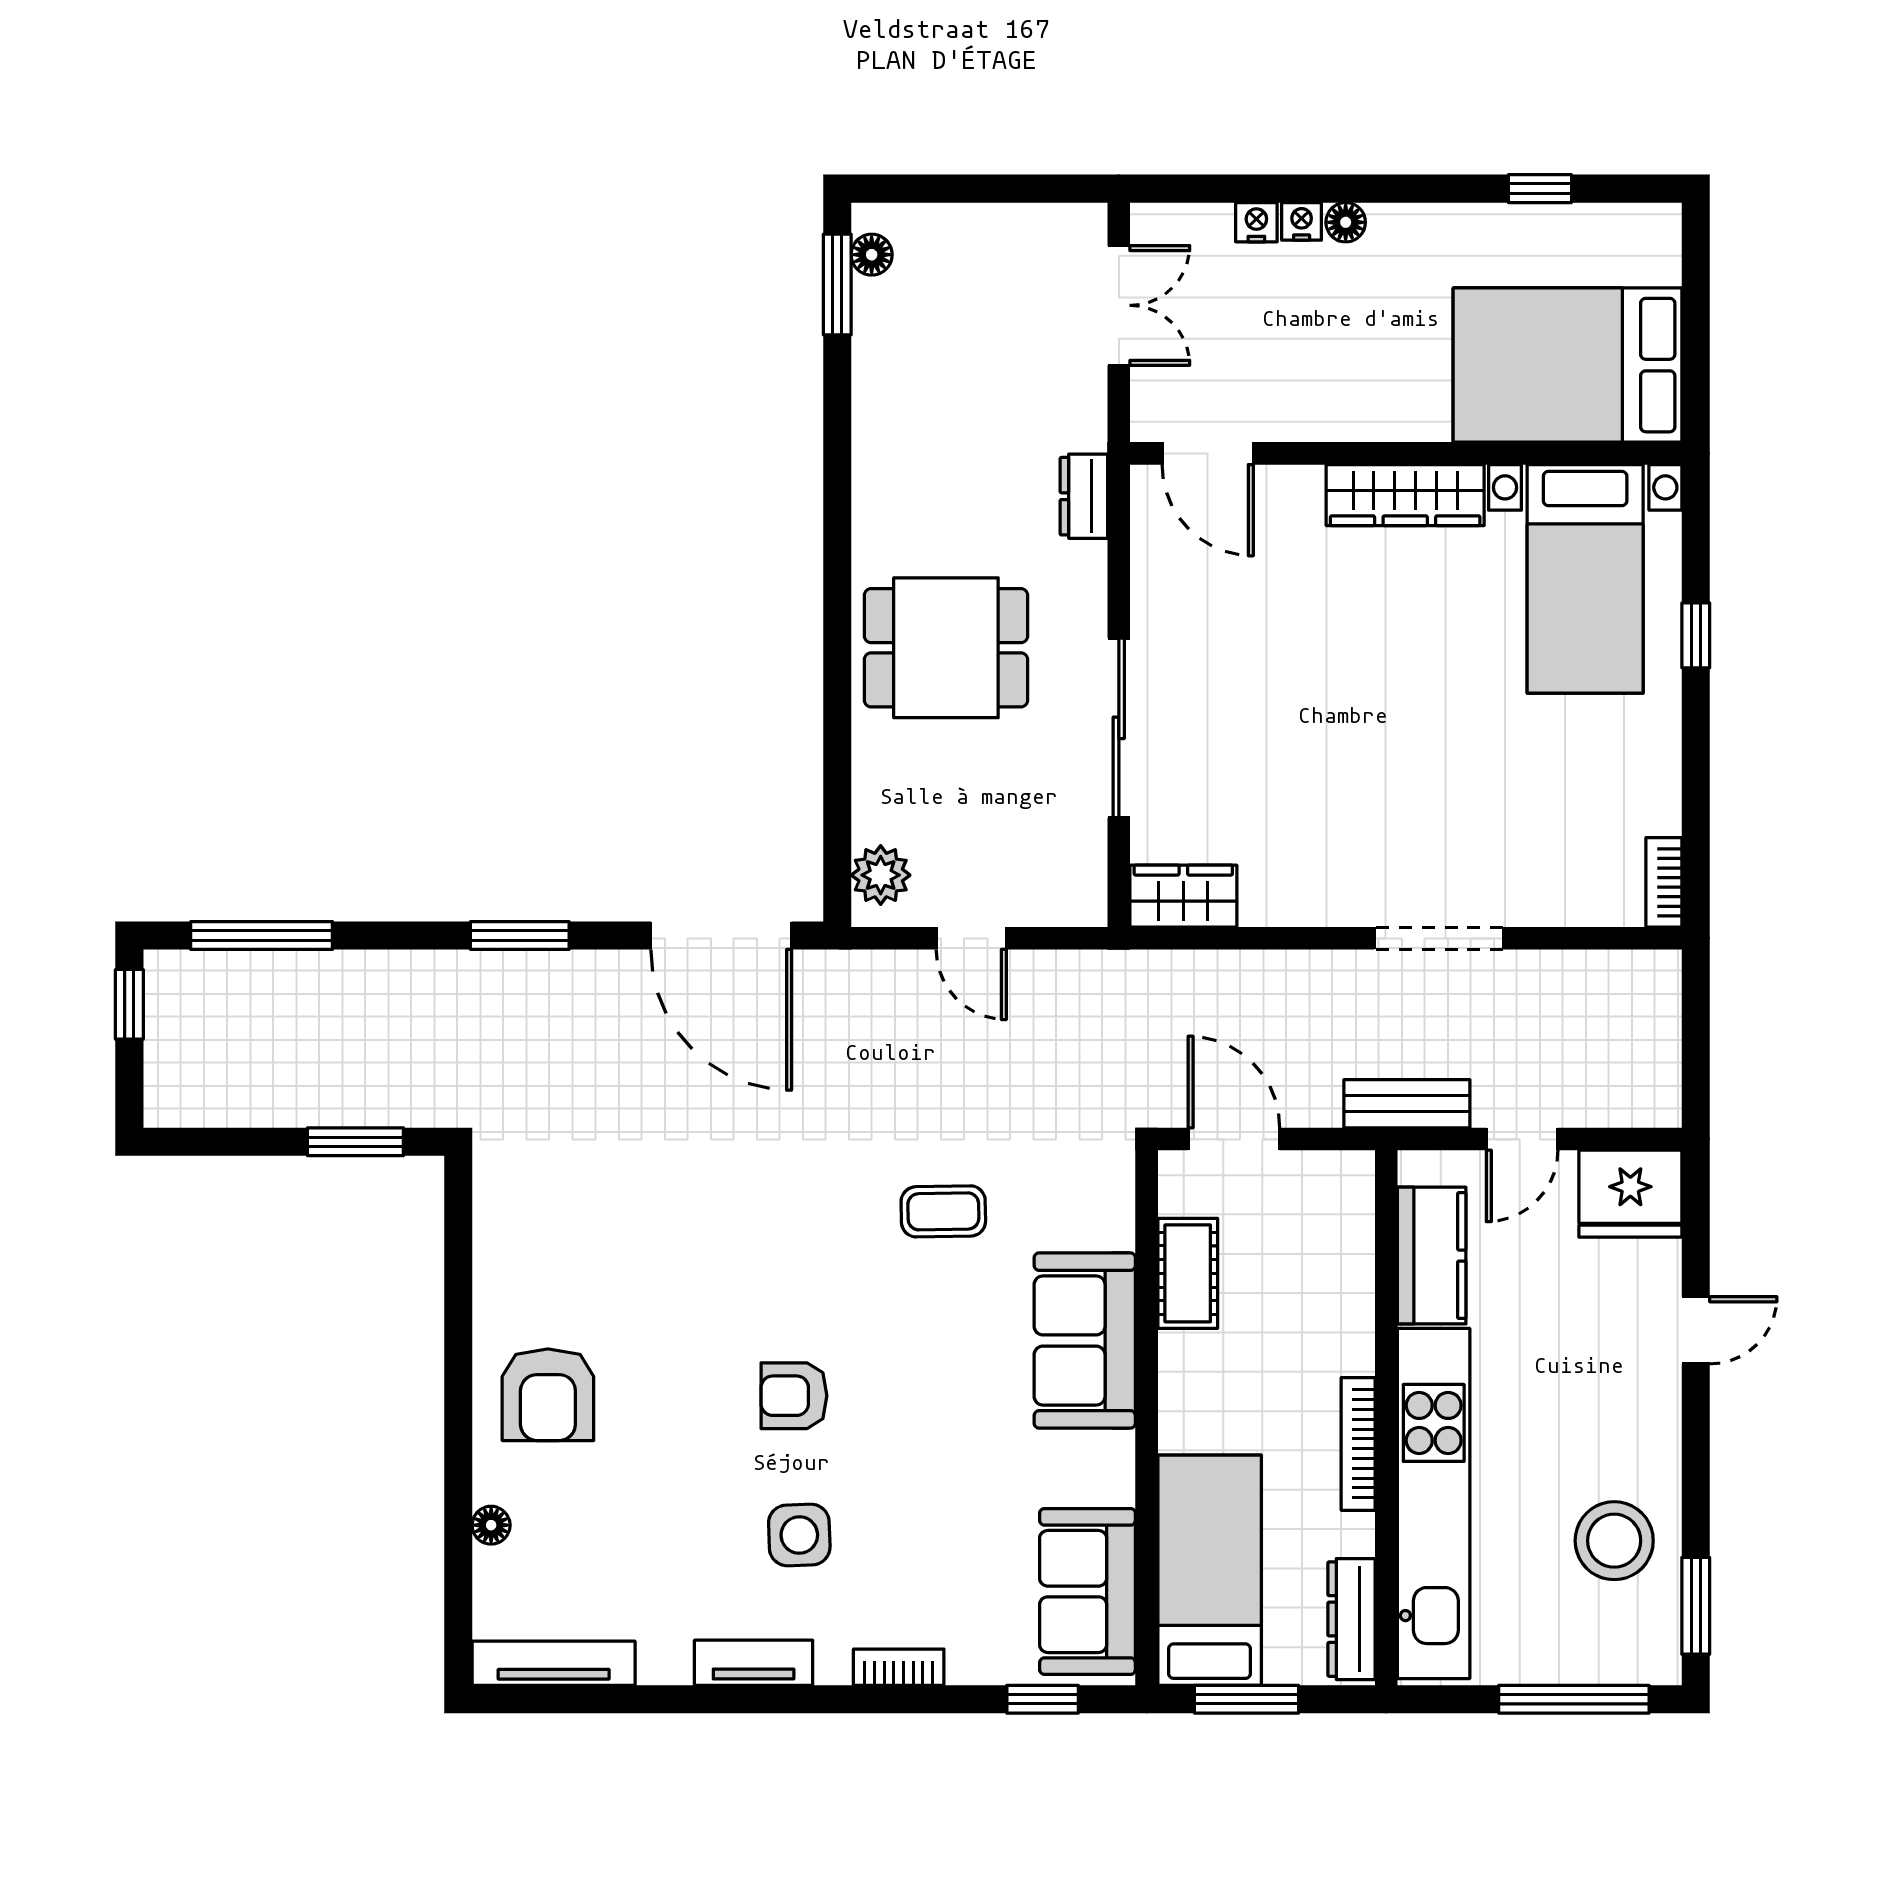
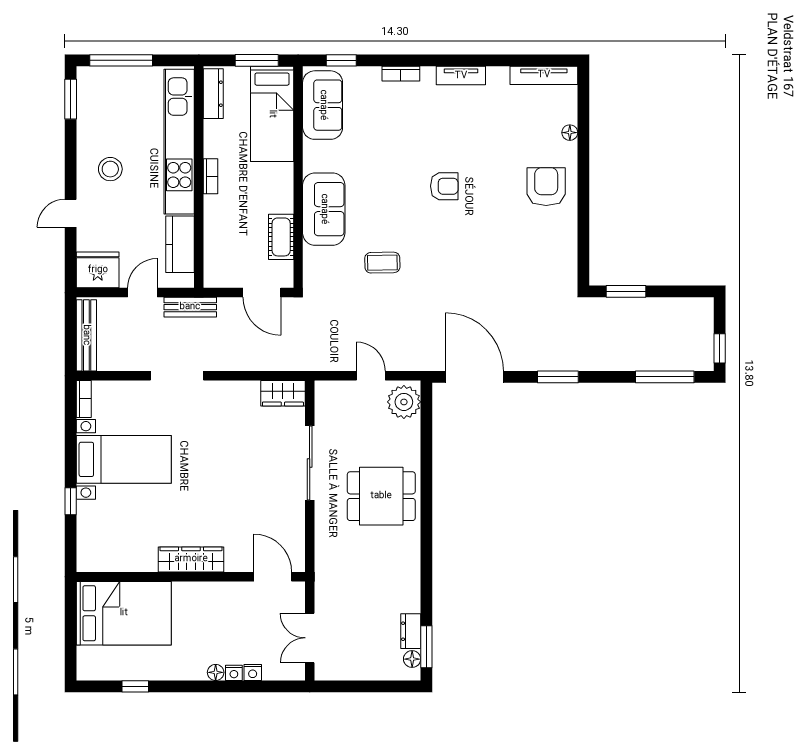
dresser: (1084, 496) -> (411, 631), moved, turned 180
bed with nightstands: (1585, 579) -> (124, 459), moved, turned 90
plant: (881, 875) -> (404, 402), width x1.36, depth x1.36
bench: (1658, 1036) -> (86, 335), added
bookcase: (1358, 1444) -> (210, 176), width x0.64
side table: (799, 1535) -> (442, 129), removed
stool: (1614, 1541) -> (110, 169), moved, width x0.73, depth x0.73

